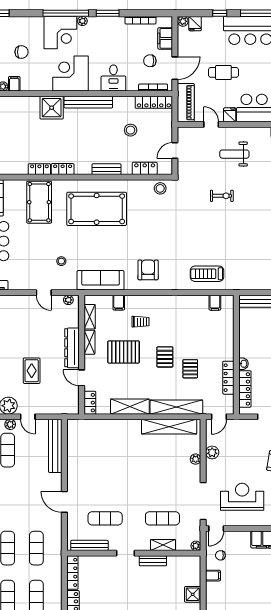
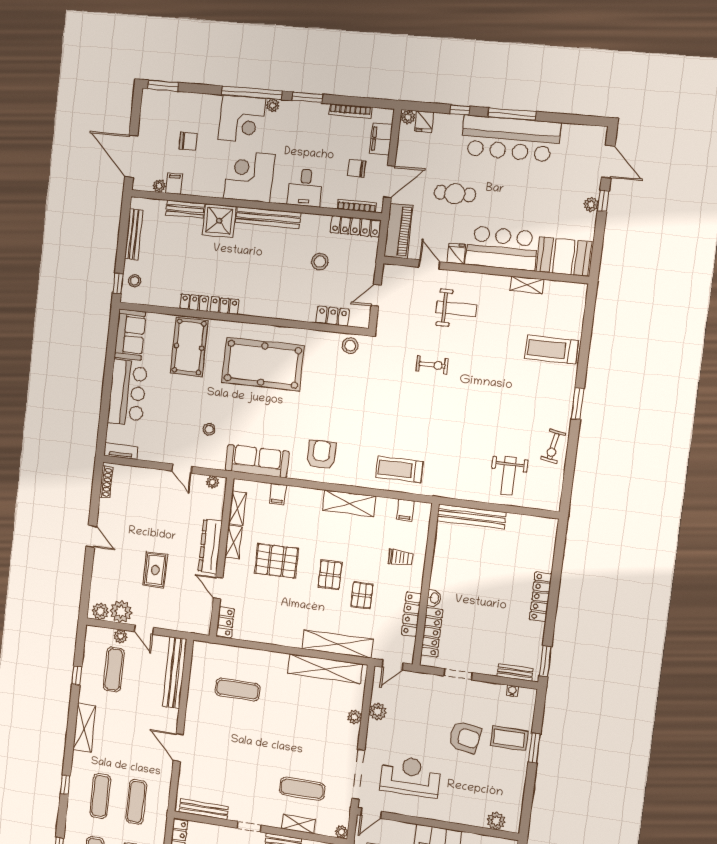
weight bench: (234, 154) -> (456, 309), turned 180
bench: (107, 169) -> (185, 209), moved
trolley: (140, 322) -> (400, 558), moved
shelving: (130, 407) -> (349, 503), moved
exercise mat: (105, 518) -> (238, 689), moved

